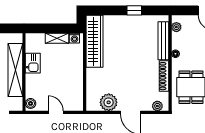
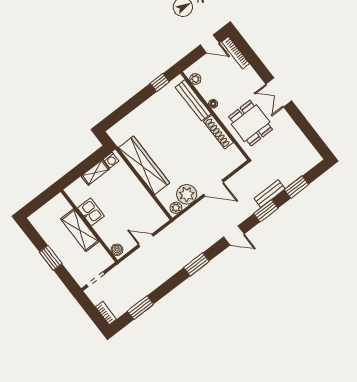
window: (134, 10) -> (160, 83), moved
wardrobe: (94, 41) -> (144, 165), moved
shelving: (15, 70) -> (80, 230), width x0.68
plant: (157, 106) -> (176, 208), moved

